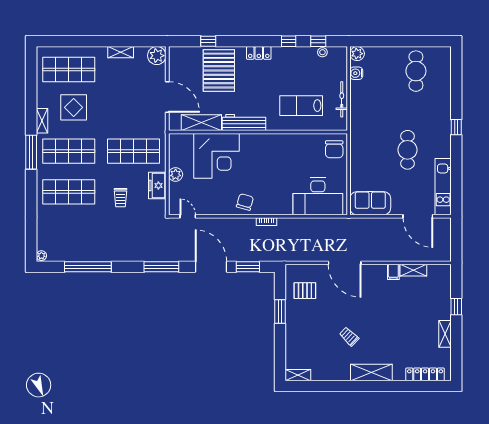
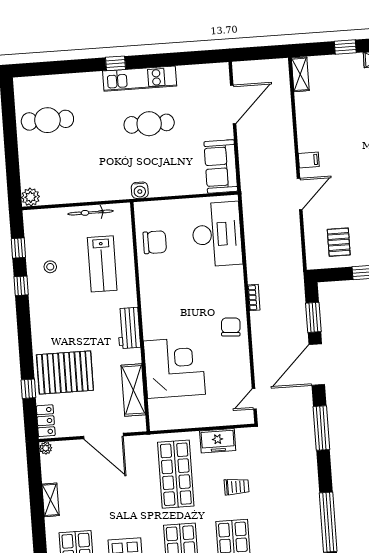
stool: (322, 52) -> (50, 267), moved
locker: (259, 53) -> (46, 421), moved
plant: (157, 56) -> (46, 448), width x0.53, depth x0.53
water cooler: (356, 73) -> (140, 190), moved
door: (167, 97) -> (103, 436), swing flipped
workbench: (244, 123) -> (129, 328), width x0.73
chair: (334, 149) -> (155, 242), moved
plant: (176, 175) -> (202, 418), removed
kitchen unit: (443, 187) -> (140, 79), moved
chair: (245, 202) -> (231, 327), turned 78
door: (345, 263) -> (300, 194), width x0.73
shelving: (413, 270) -> (300, 74), moved
filing cabinet: (393, 272) -> (309, 160), moved

